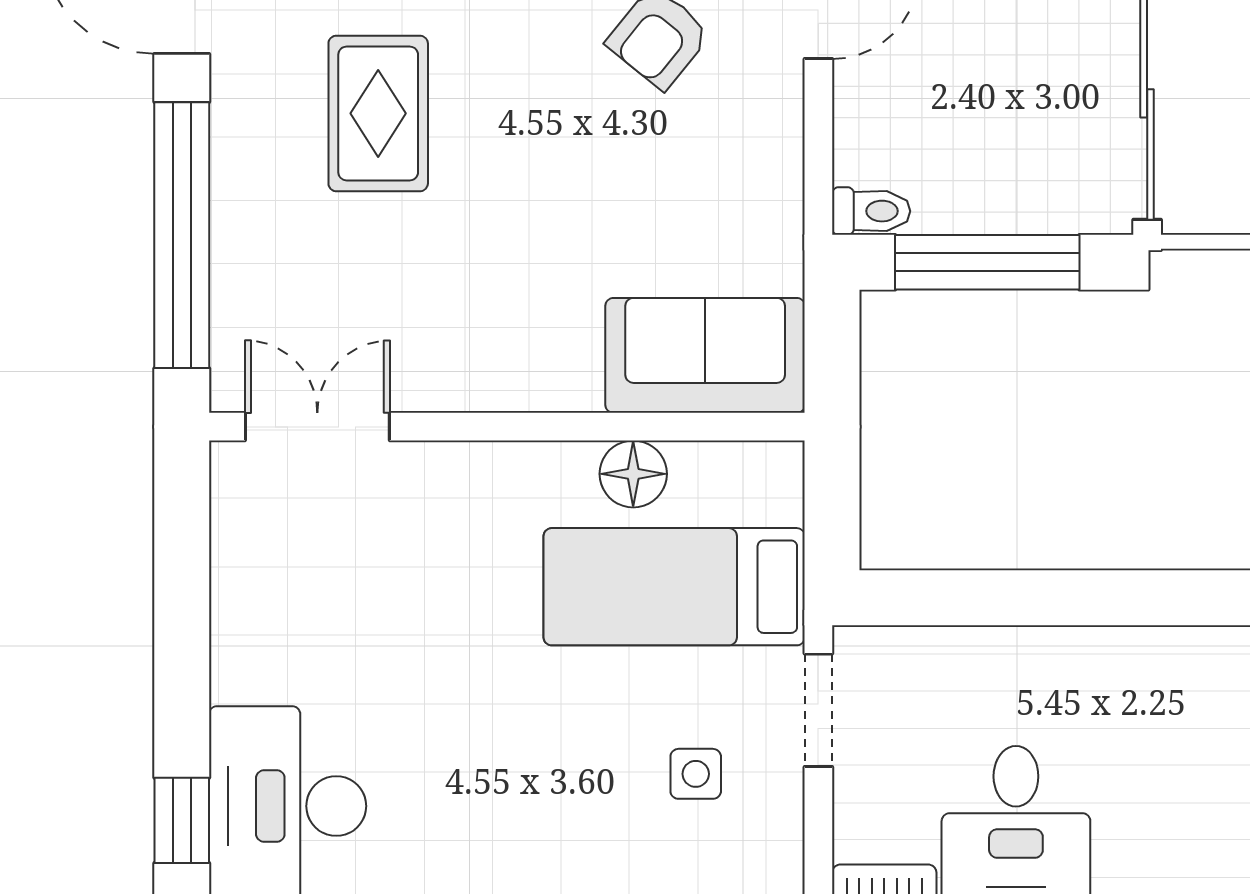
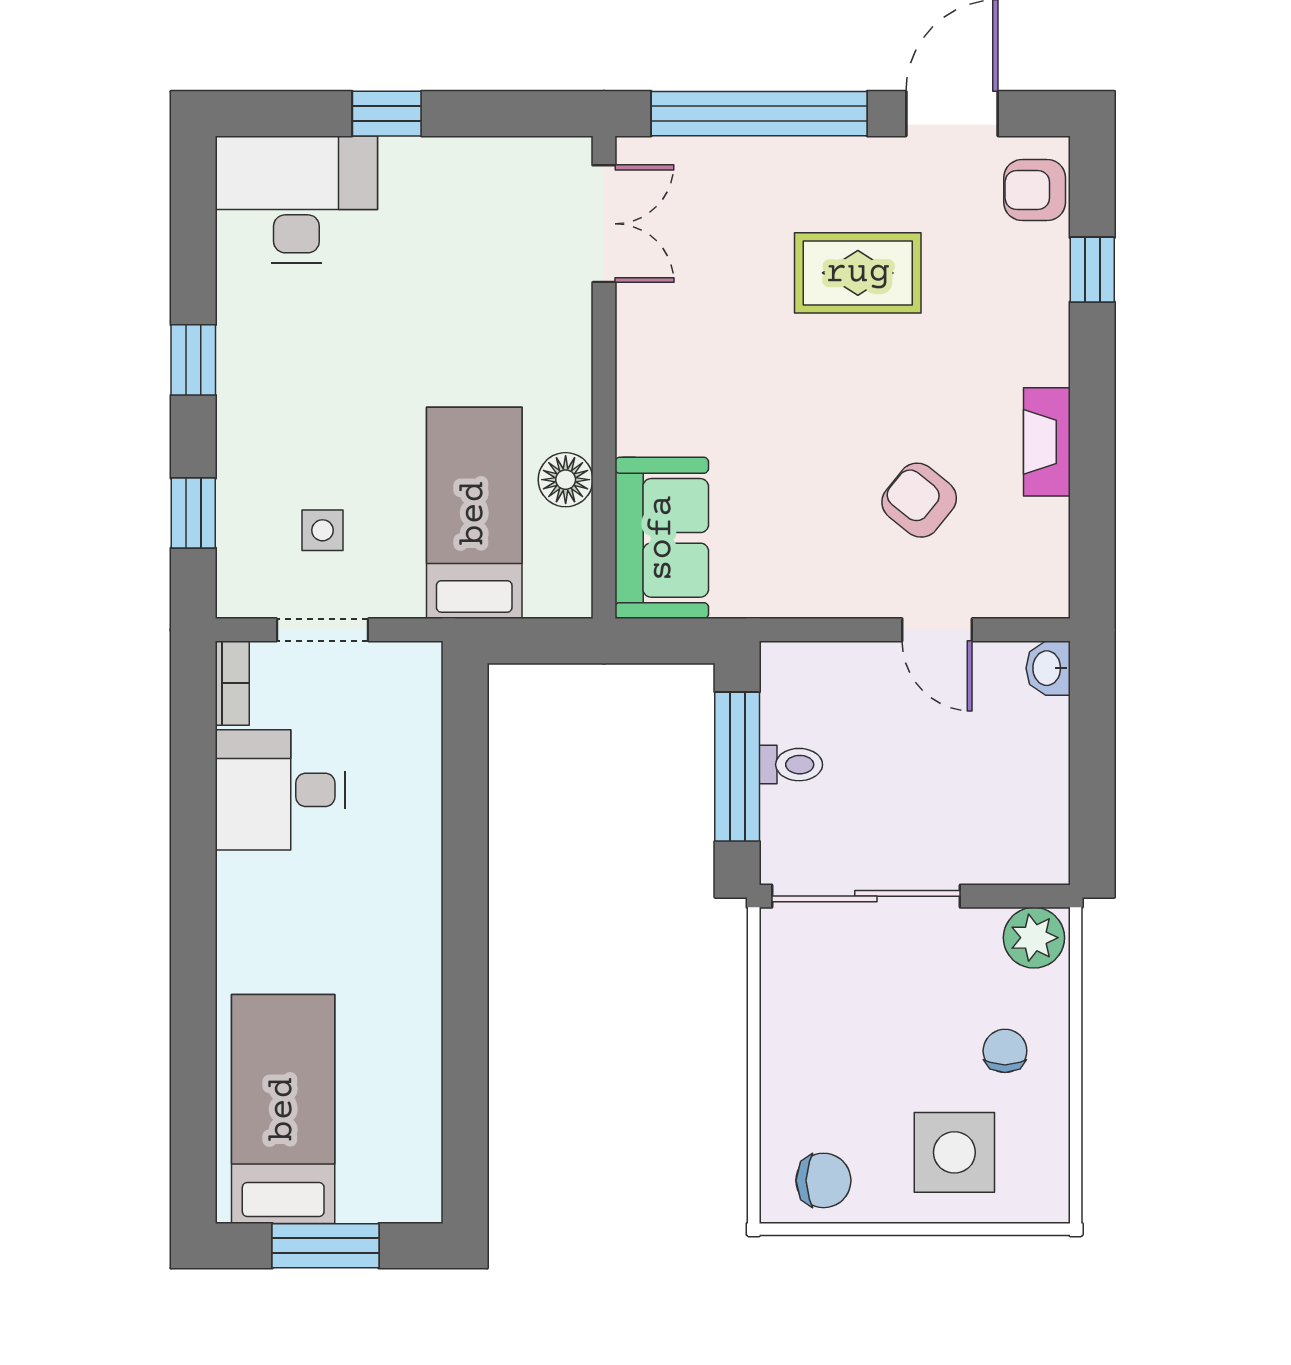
toilet: (871, 211) -> (791, 765), moved, turned -90
doorway: (818, 710) -> (323, 630), moved
window: (182, 820) -> (387, 114), moved

